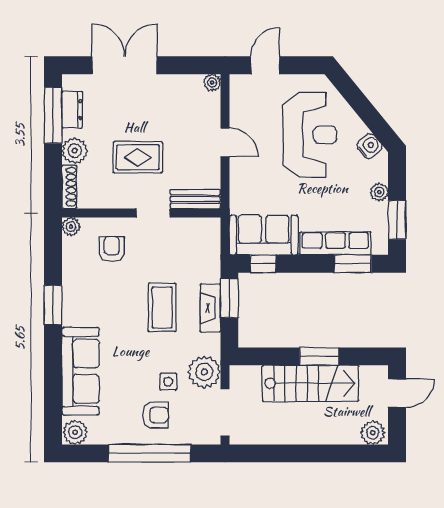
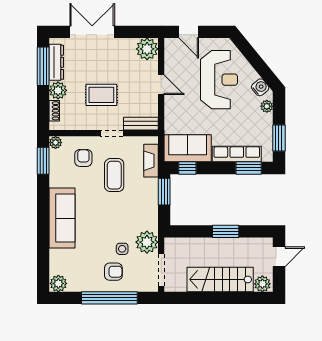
door: (265, 65) -> (189, 32), swing flipped
plant: (212, 83) -> (147, 49), width x1.88, depth x1.88
dresser: (72, 110) -> (56, 62), width x1.44
shoe rack: (69, 187) -> (54, 111), width x0.70
plant: (379, 192) -> (267, 106), moved
window: (53, 305) -> (43, 161), moved
coffee table: (162, 308) -> (114, 175), moved
fireplace: (210, 308) -> (151, 161), moved
sofa: (81, 371) -> (62, 218), moved
stairs: (311, 383) -> (220, 279), moved, turned 180

